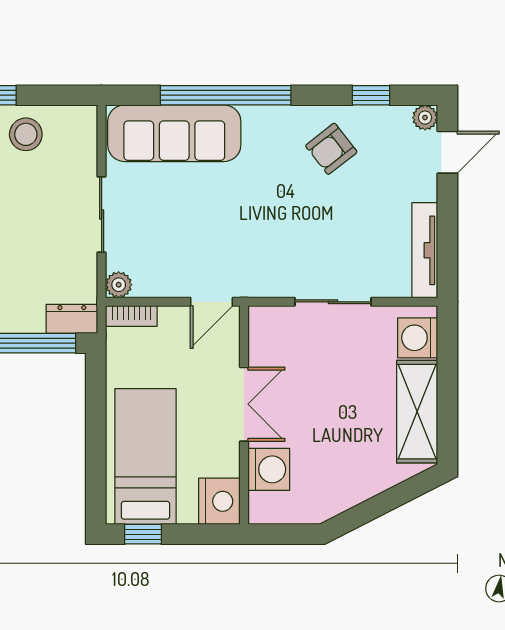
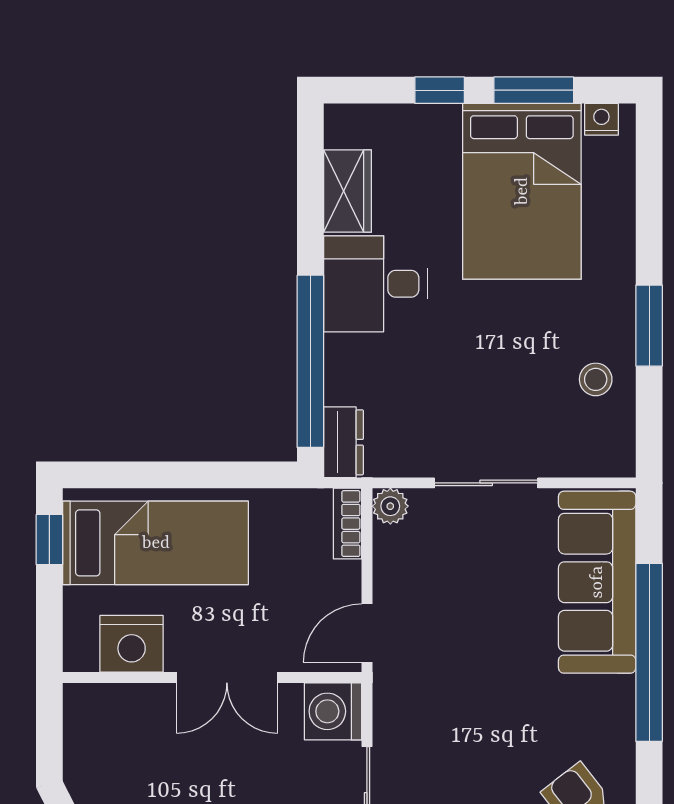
stool: (26, 134) -> (596, 379), width x0.73, depth x0.73
door: (211, 302) -> (367, 633), hinge flipped
washing machine: (269, 469) -> (333, 711), moved, turned 90
nightstand: (219, 501) -> (132, 644), moved

